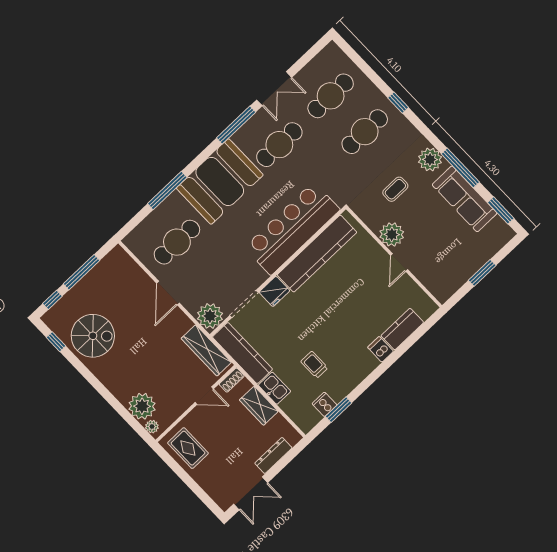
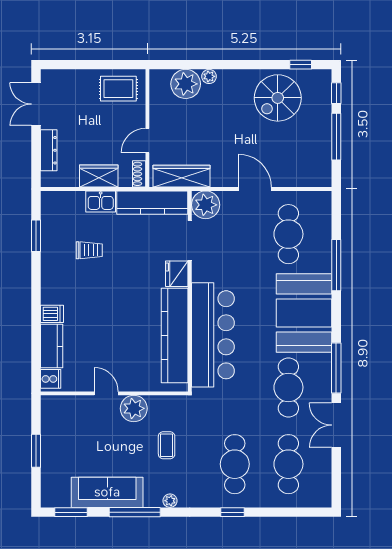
plant: (430, 160) -> (170, 501), width x0.53, depth x0.53
cooker: (325, 404) -> (51, 379), moved
plant: (152, 427) -> (209, 76), moved

